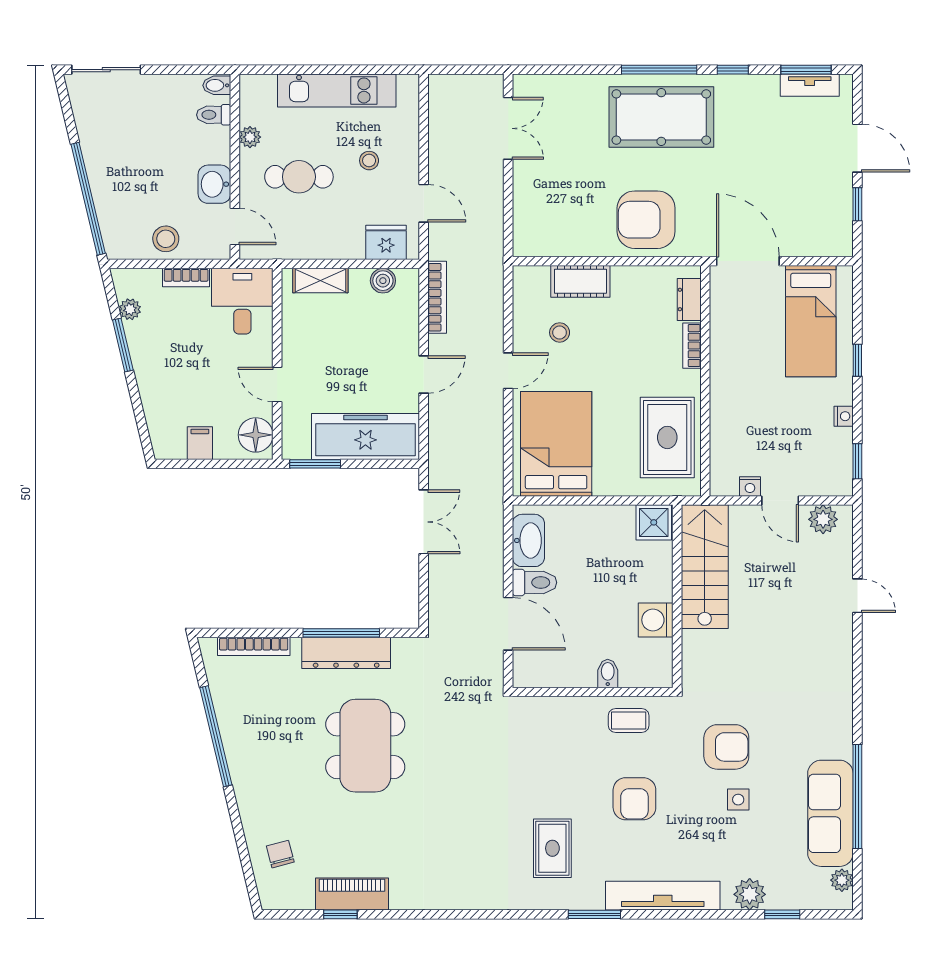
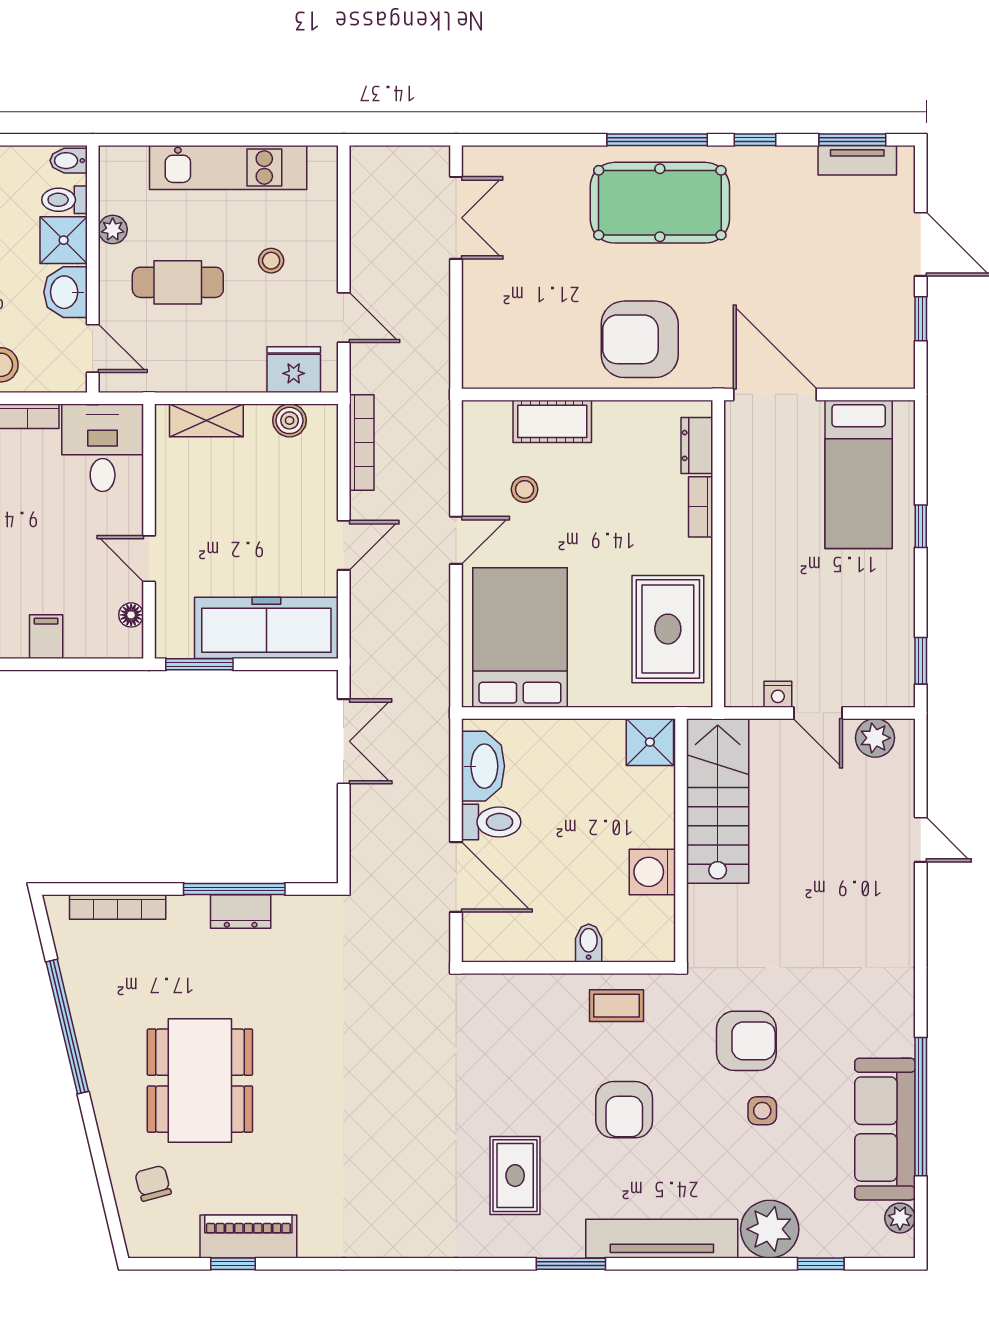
shower: (213, 145) -> (64, 240), added
nightstand: (844, 416) -> (902, 601), removed
floor lamp: (256, 435) -> (131, 615), width x0.53, depth x0.53
dresser: (346, 653) -> (241, 912), width x0.51, depth x0.80
dining table: (365, 746) -> (200, 1081), moved
plant: (750, 894) -> (770, 1229), width x1.36, depth x1.36

